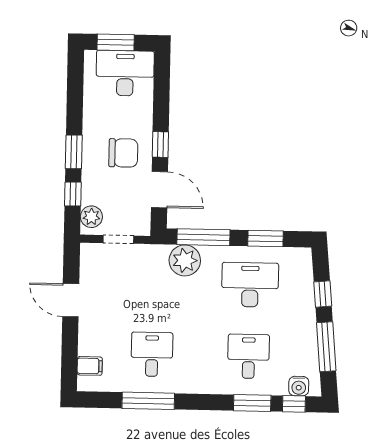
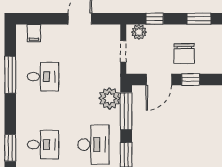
window: (74, 152) -> (199, 19), moved

